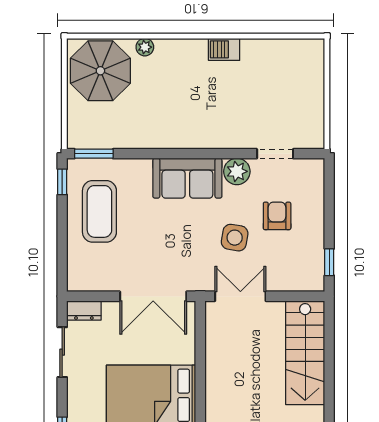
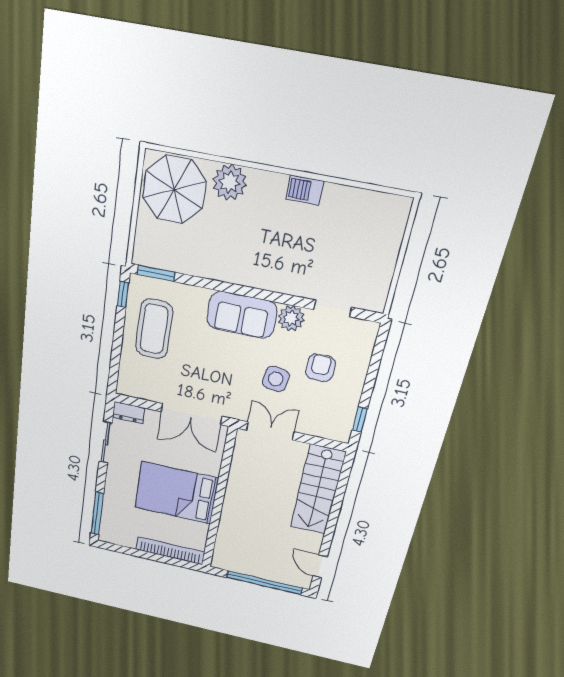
plant: (145, 47) -> (230, 182), width x1.87, depth x1.87

